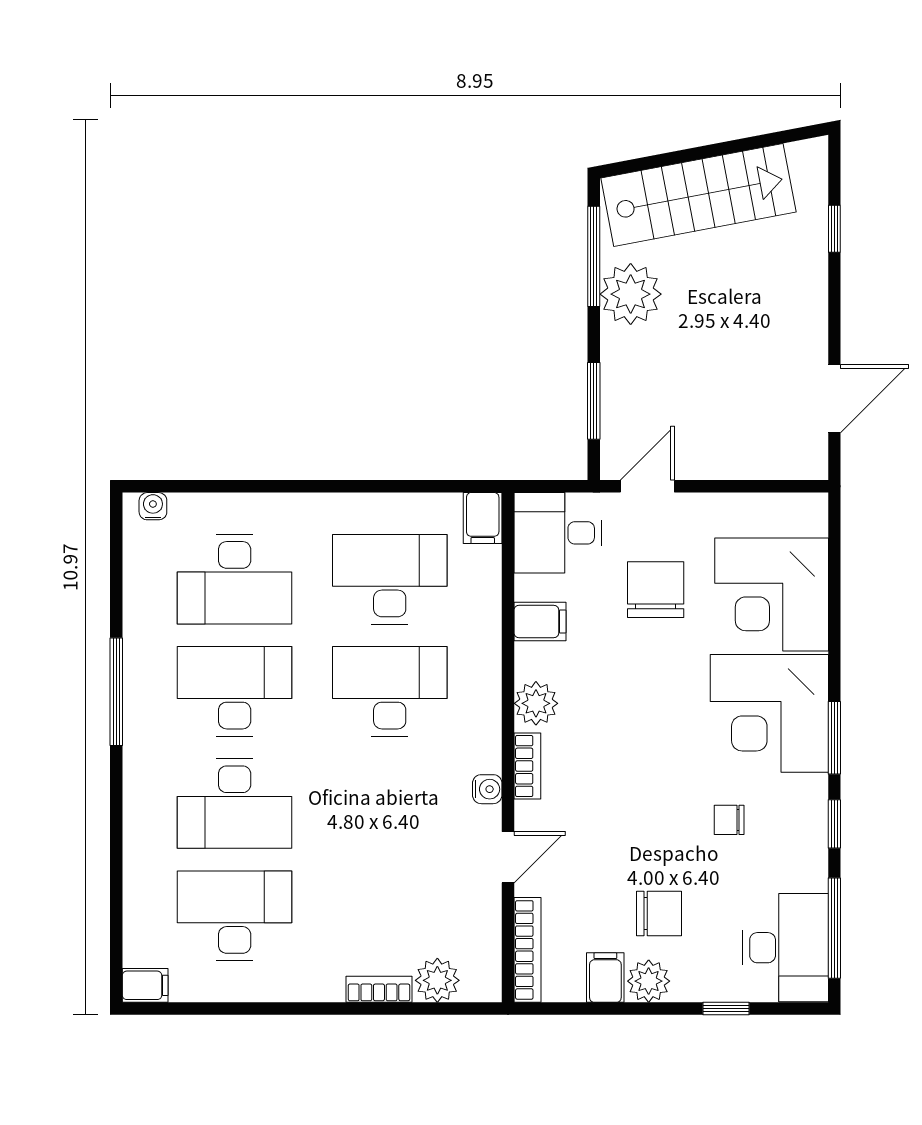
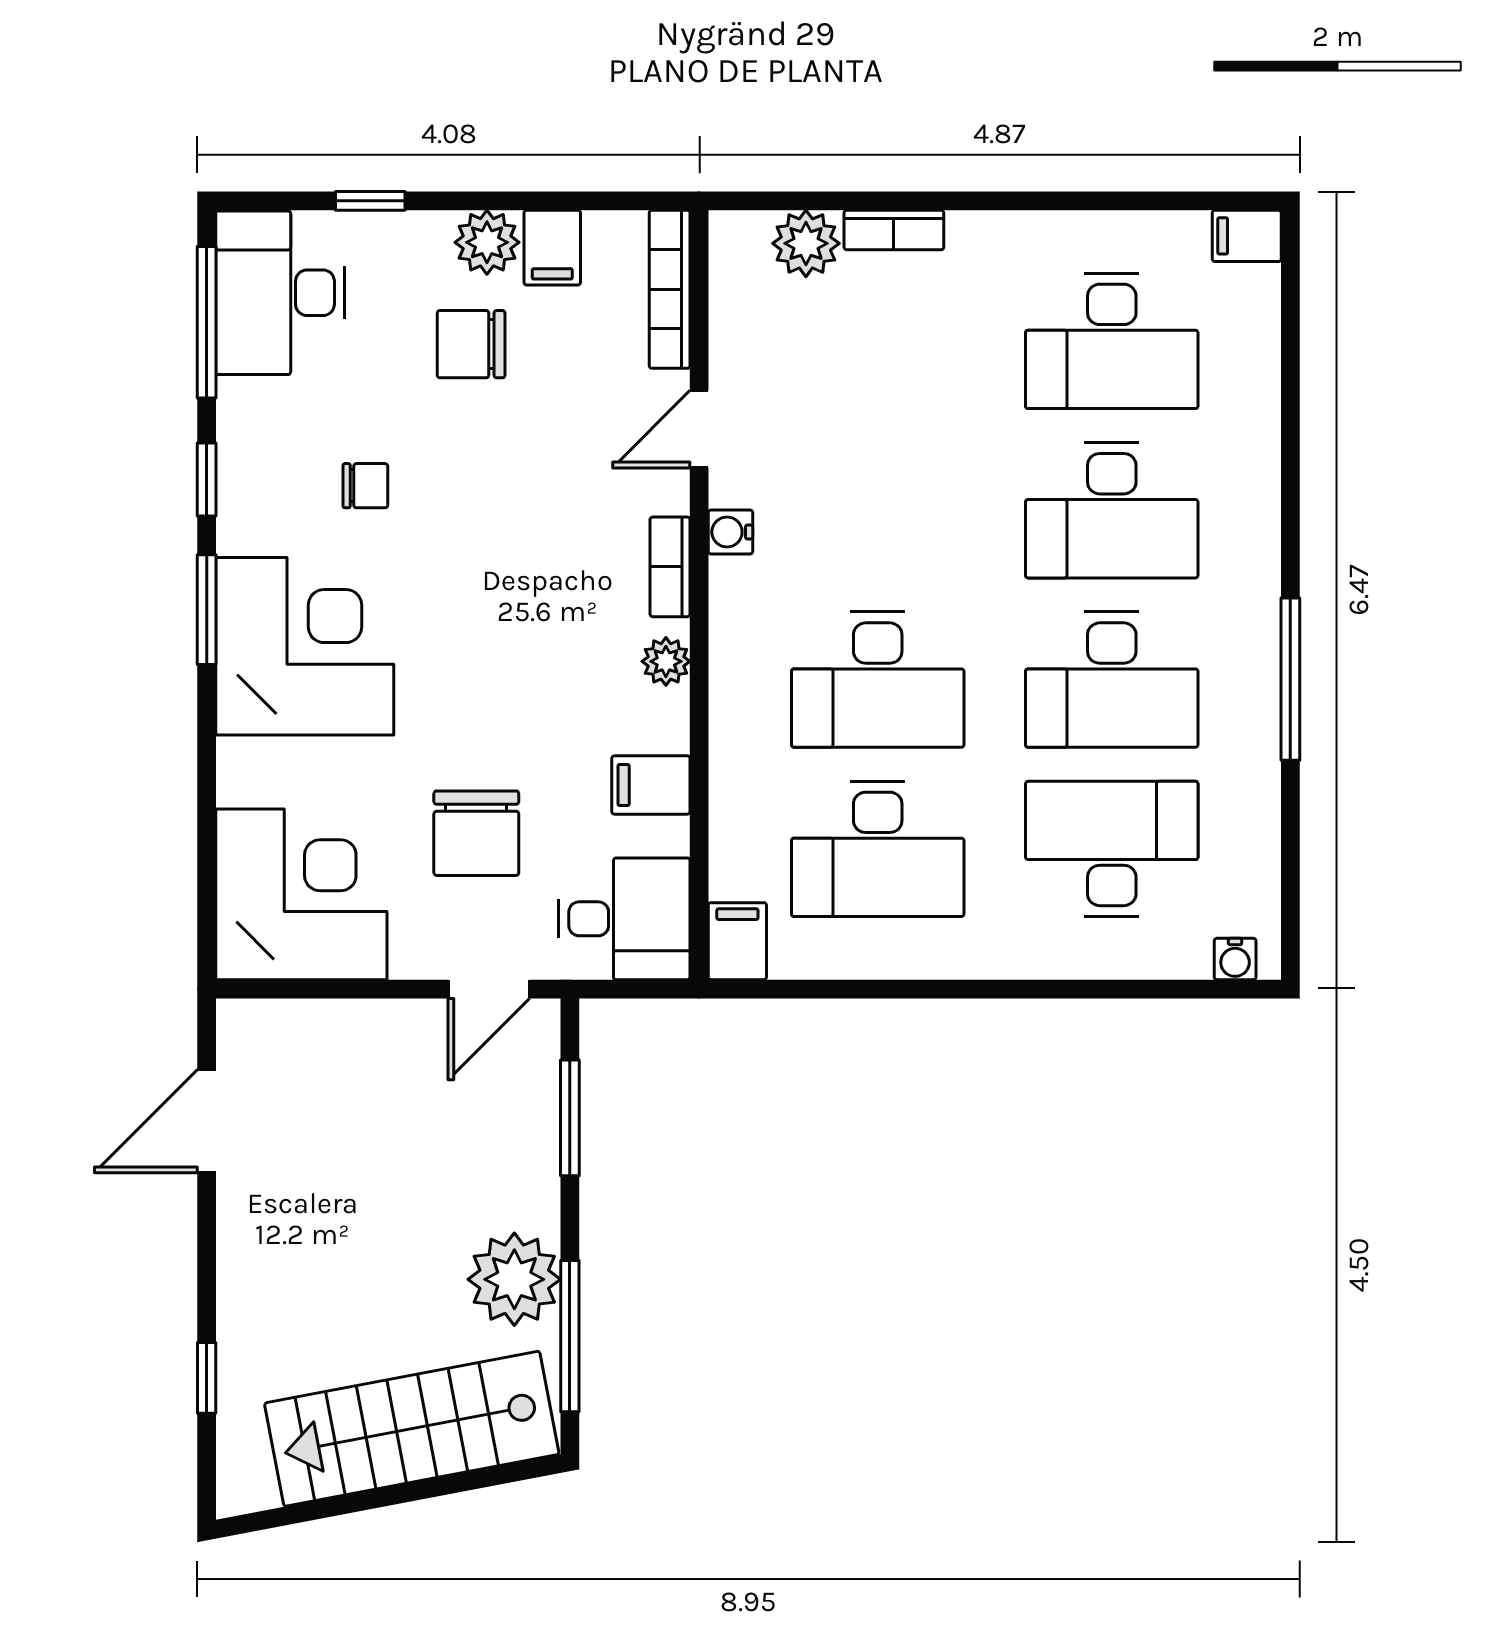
corner desk: (772, 595) -> (301, 894), moved
plant: (536, 703) -> (666, 661), width x0.73, depth x0.73
desk: (235, 804) -> (1112, 510), turned 180

